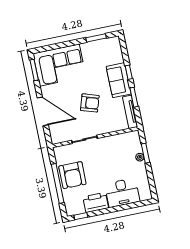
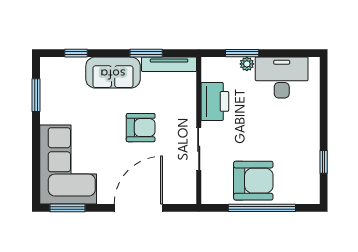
window: (129, 72) -> (76, 53), moved
armchair: (90, 103) -> (141, 128), turned 72
desk: (122, 193) -> (282, 77), moved, turned -90
printer: (96, 202) -> (215, 101), moved, turned 180
window: (81, 216) -> (324, 162), moved

